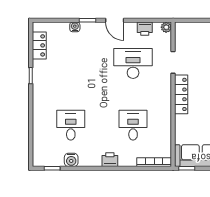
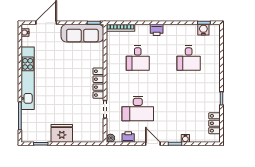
water cooler: (71, 160) -> (203, 30), moved

